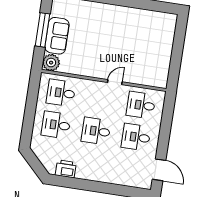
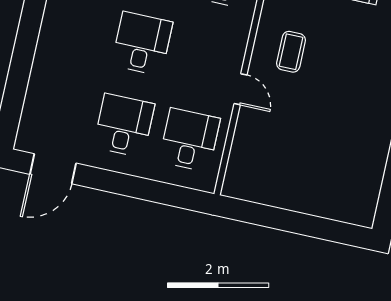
coffee table: (95, 59) -> (291, 52), added

